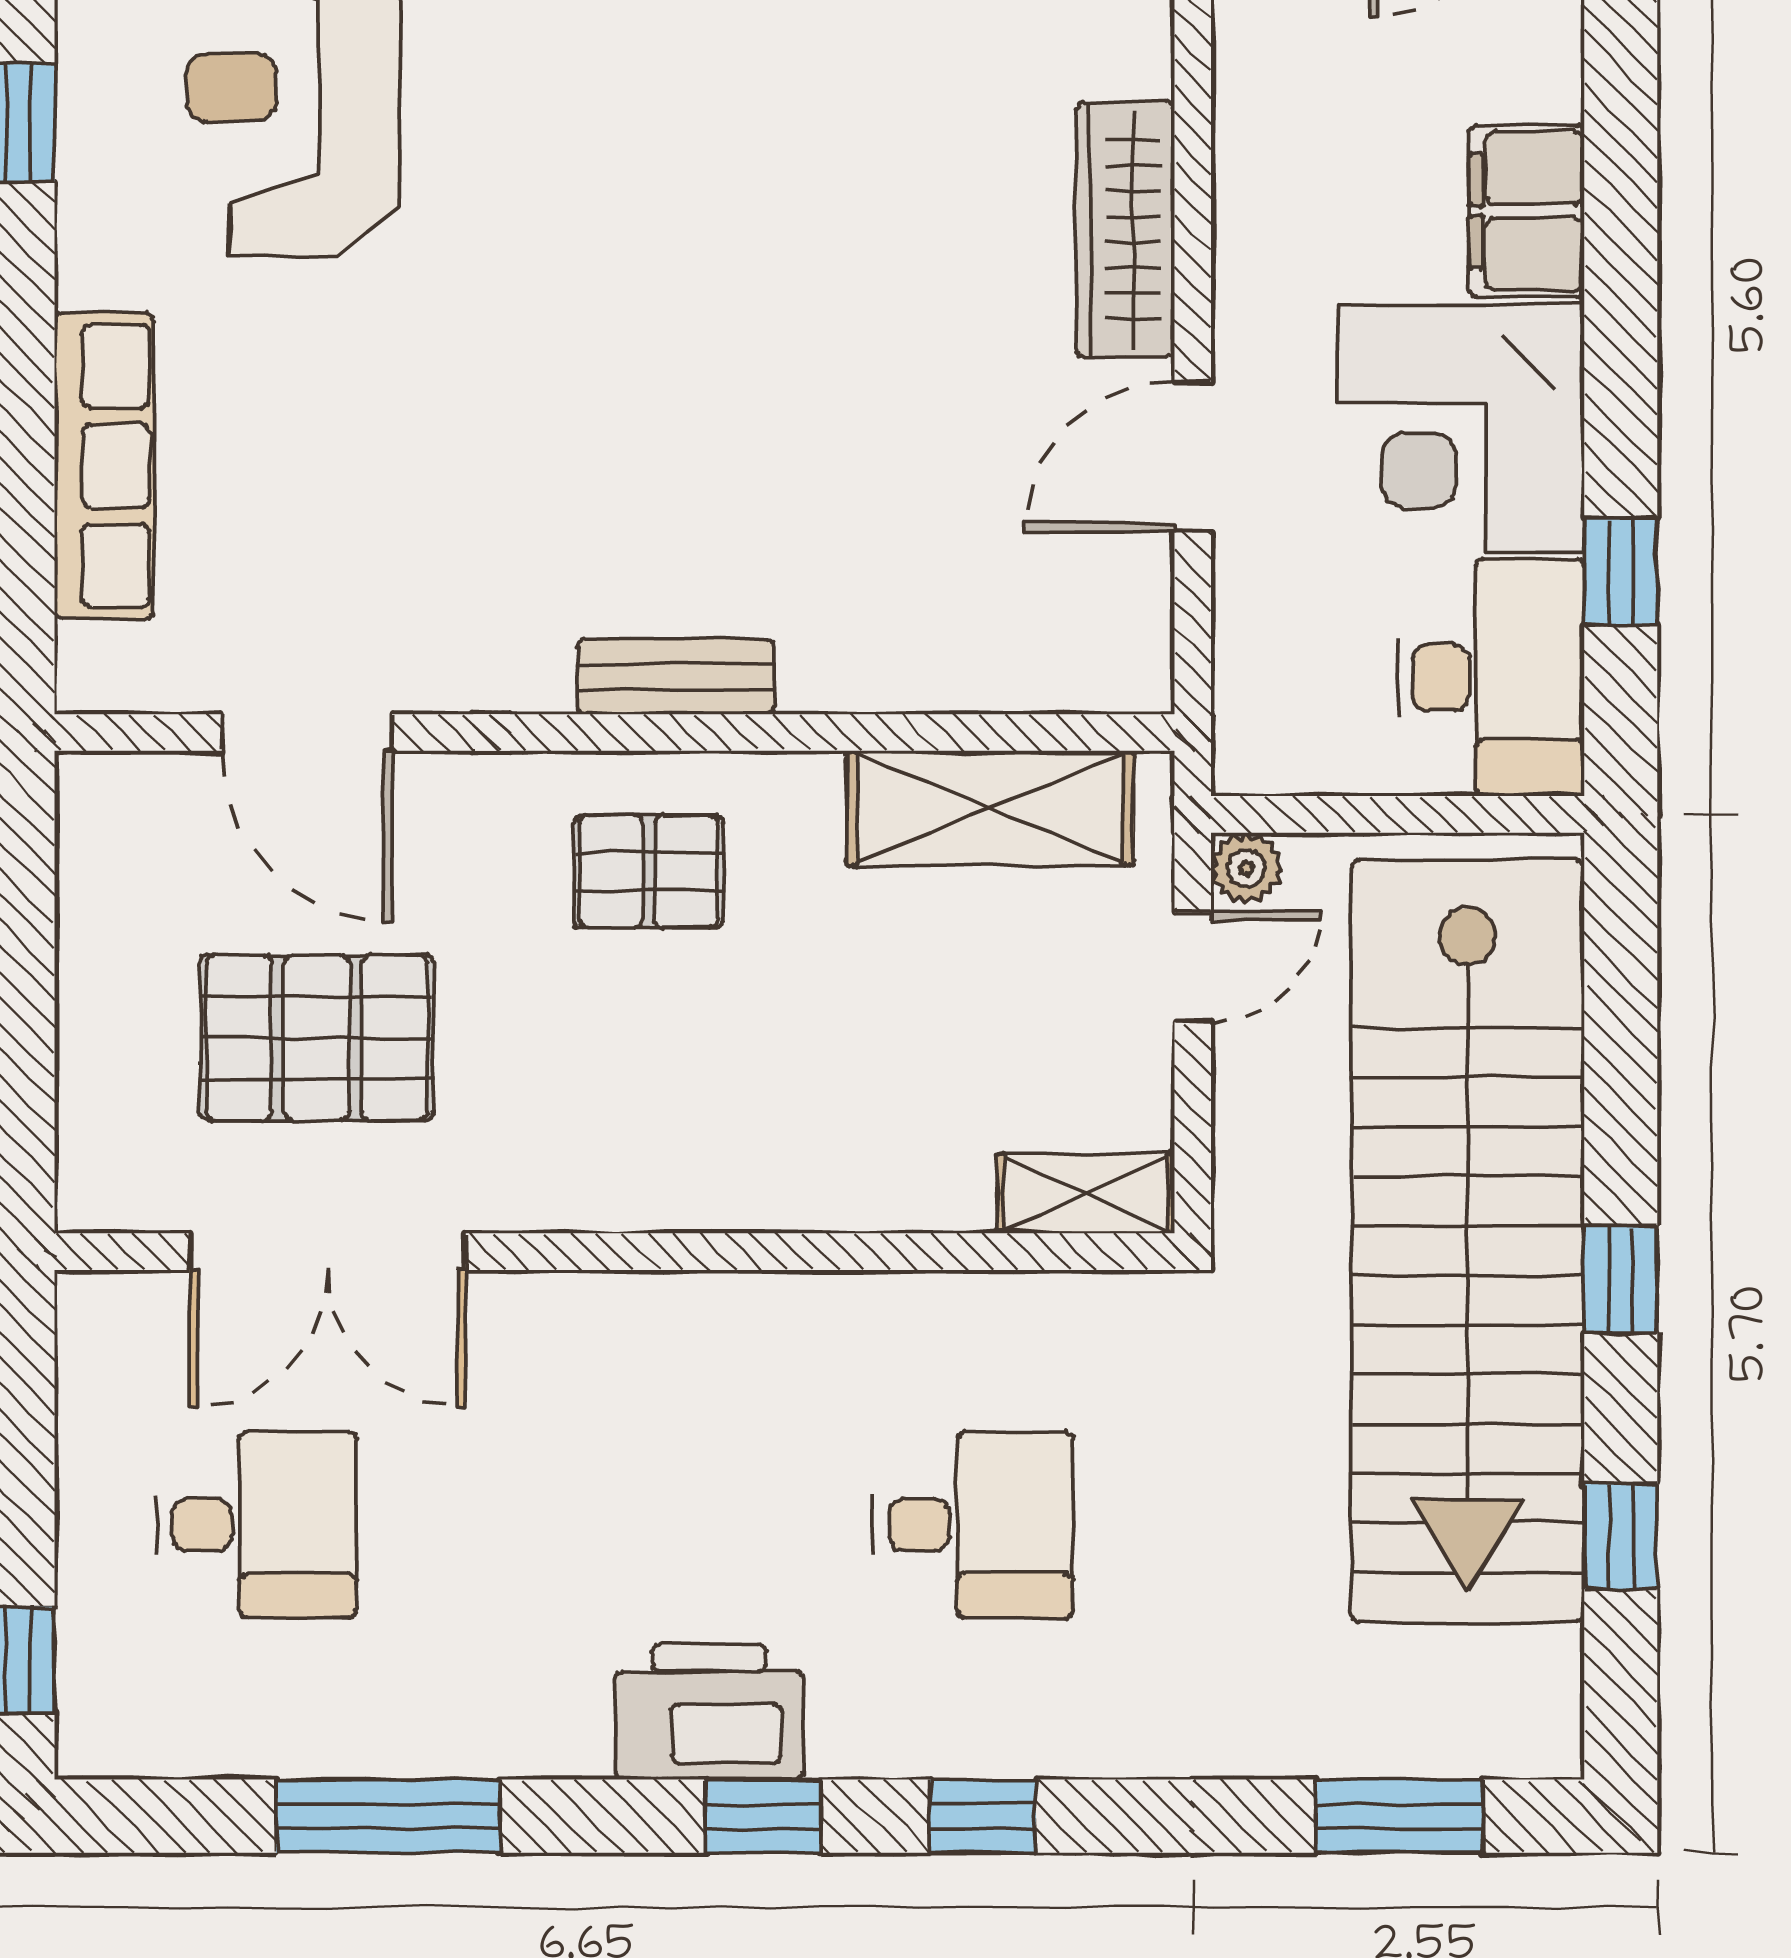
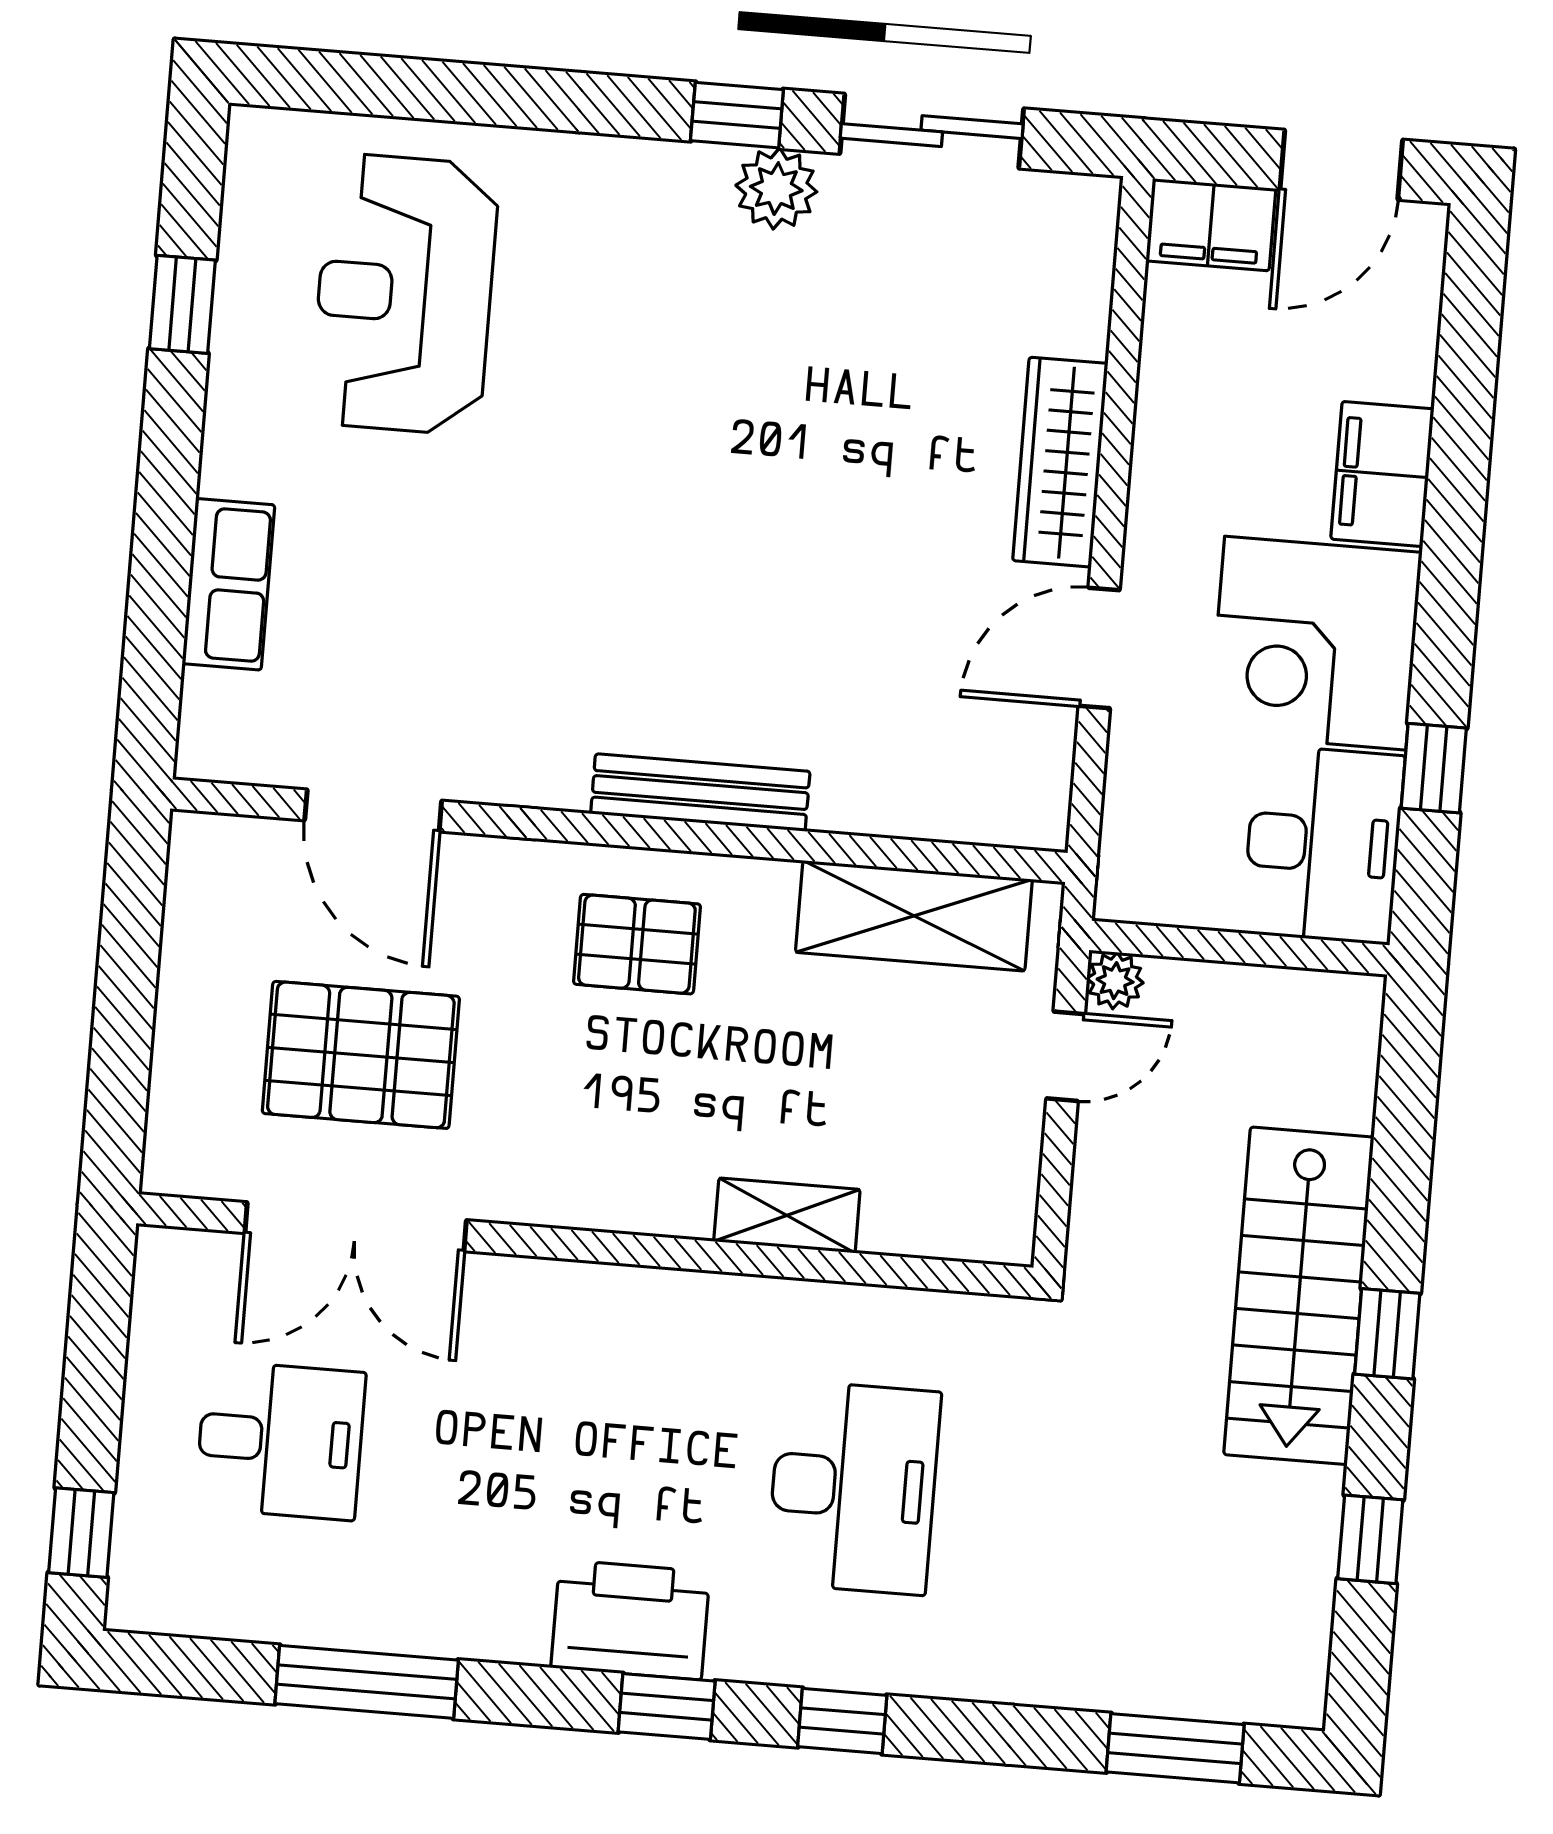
row of seats: (104, 466) -> (228, 584), width x0.68
bench: (676, 677) -> (700, 793), width x1.36
shelving: (1086, 1194) -> (787, 1215), moved
stairs: (1468, 1241) -> (1299, 1296), width x0.54, depth x0.66
desk: (973, 1525) -> (853, 1487), width x1.37

